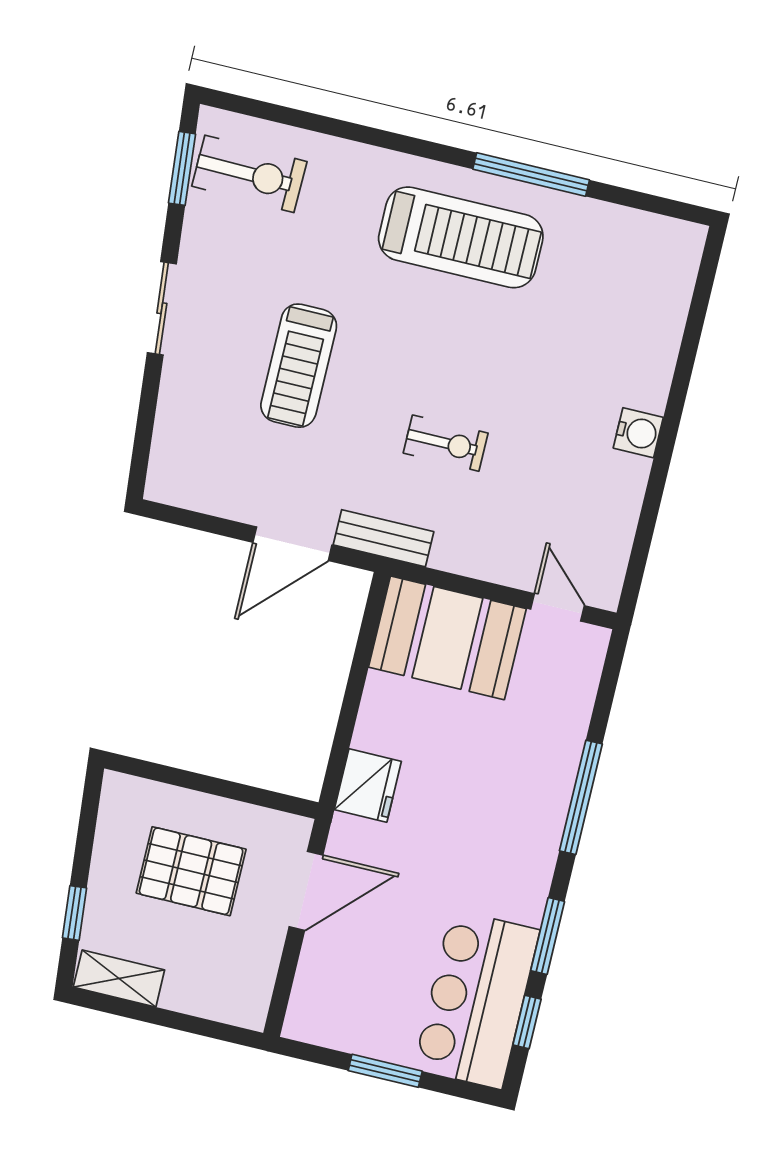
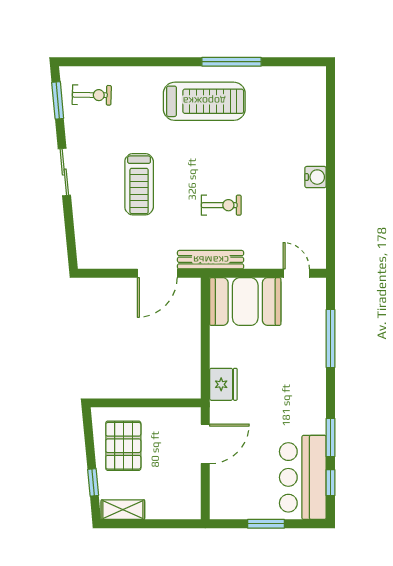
exercise bike: (249, 174) -> (92, 95), width x0.73, depth x0.72
bench: (384, 538) -> (211, 260), width x1.36
window: (581, 797) -> (330, 338), moved
pallet: (191, 871) -> (123, 446), moved, turned 90

